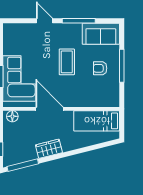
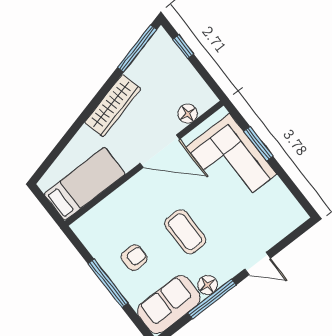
floor lamp: (76, 29) -> (208, 285), added
floor lamp: (12, 116) -> (188, 114), moved
wardrobe: (49, 149) -> (113, 106), width x1.50

